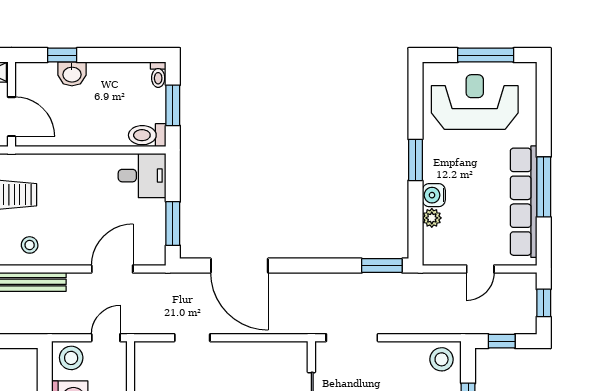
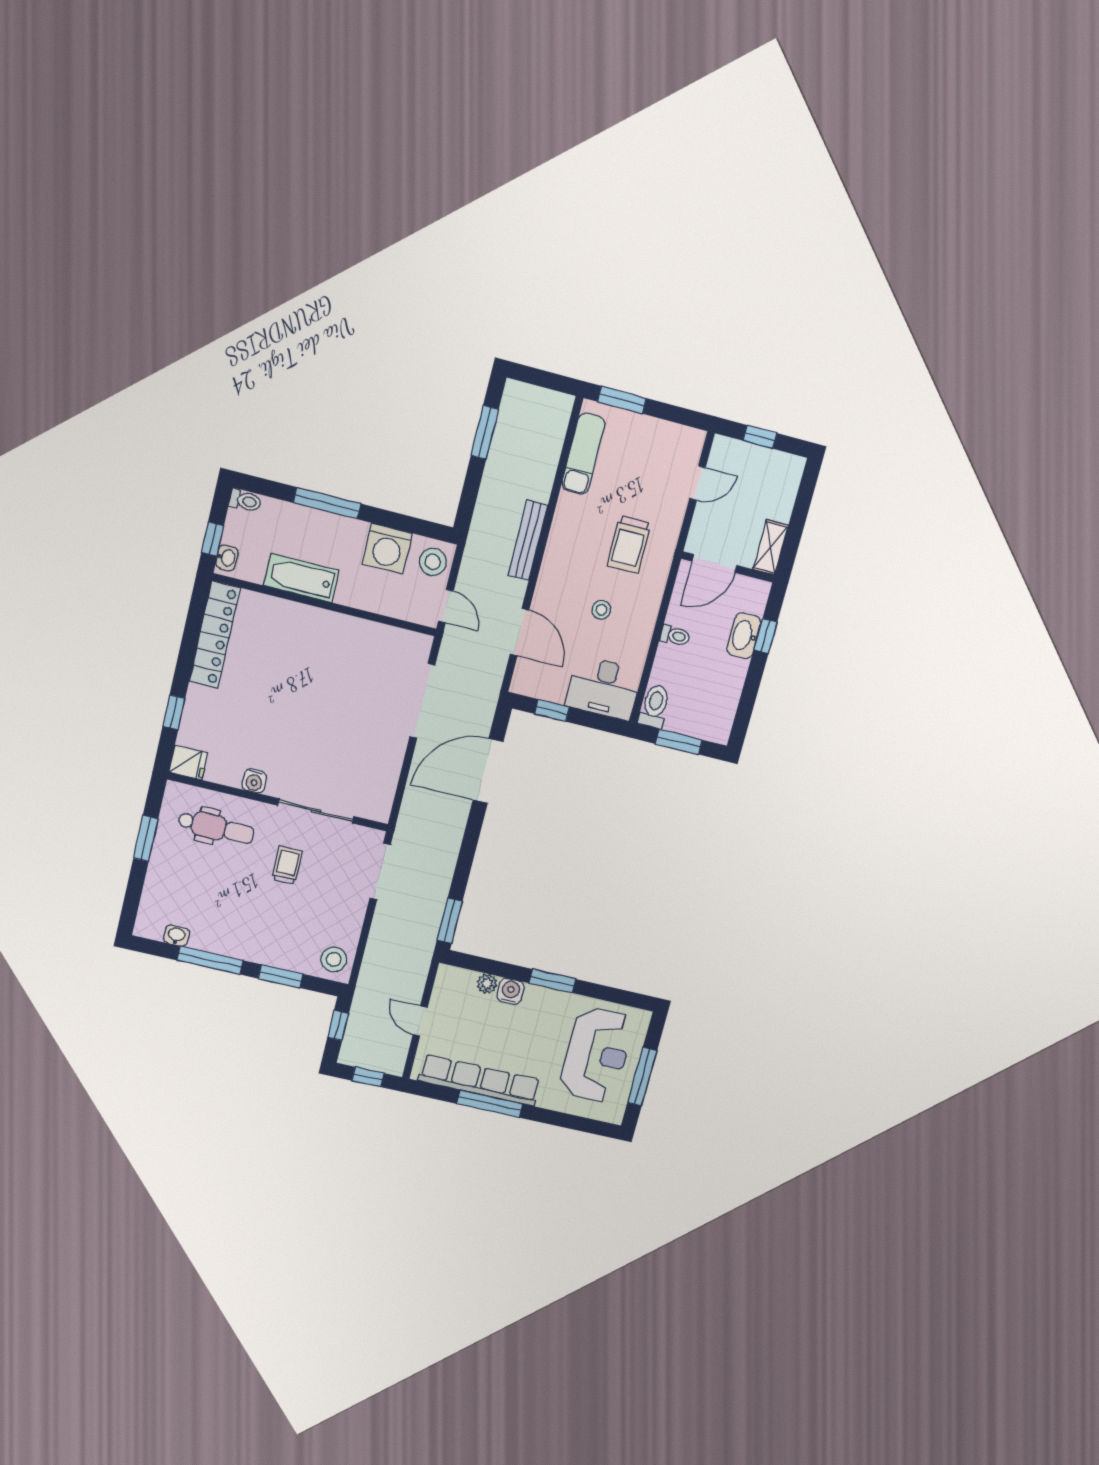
washbasin: (72, 74) -> (744, 636), width x1.38
toilet: (158, 75) -> (675, 636), moved, turned 180
desk: (142, 176) -> (604, 688), width x1.37
window: (173, 224) -> (552, 710), width x0.67
stool: (30, 245) -> (601, 610), moved
doorway: (192, 338) -> (422, 701), width x1.87

